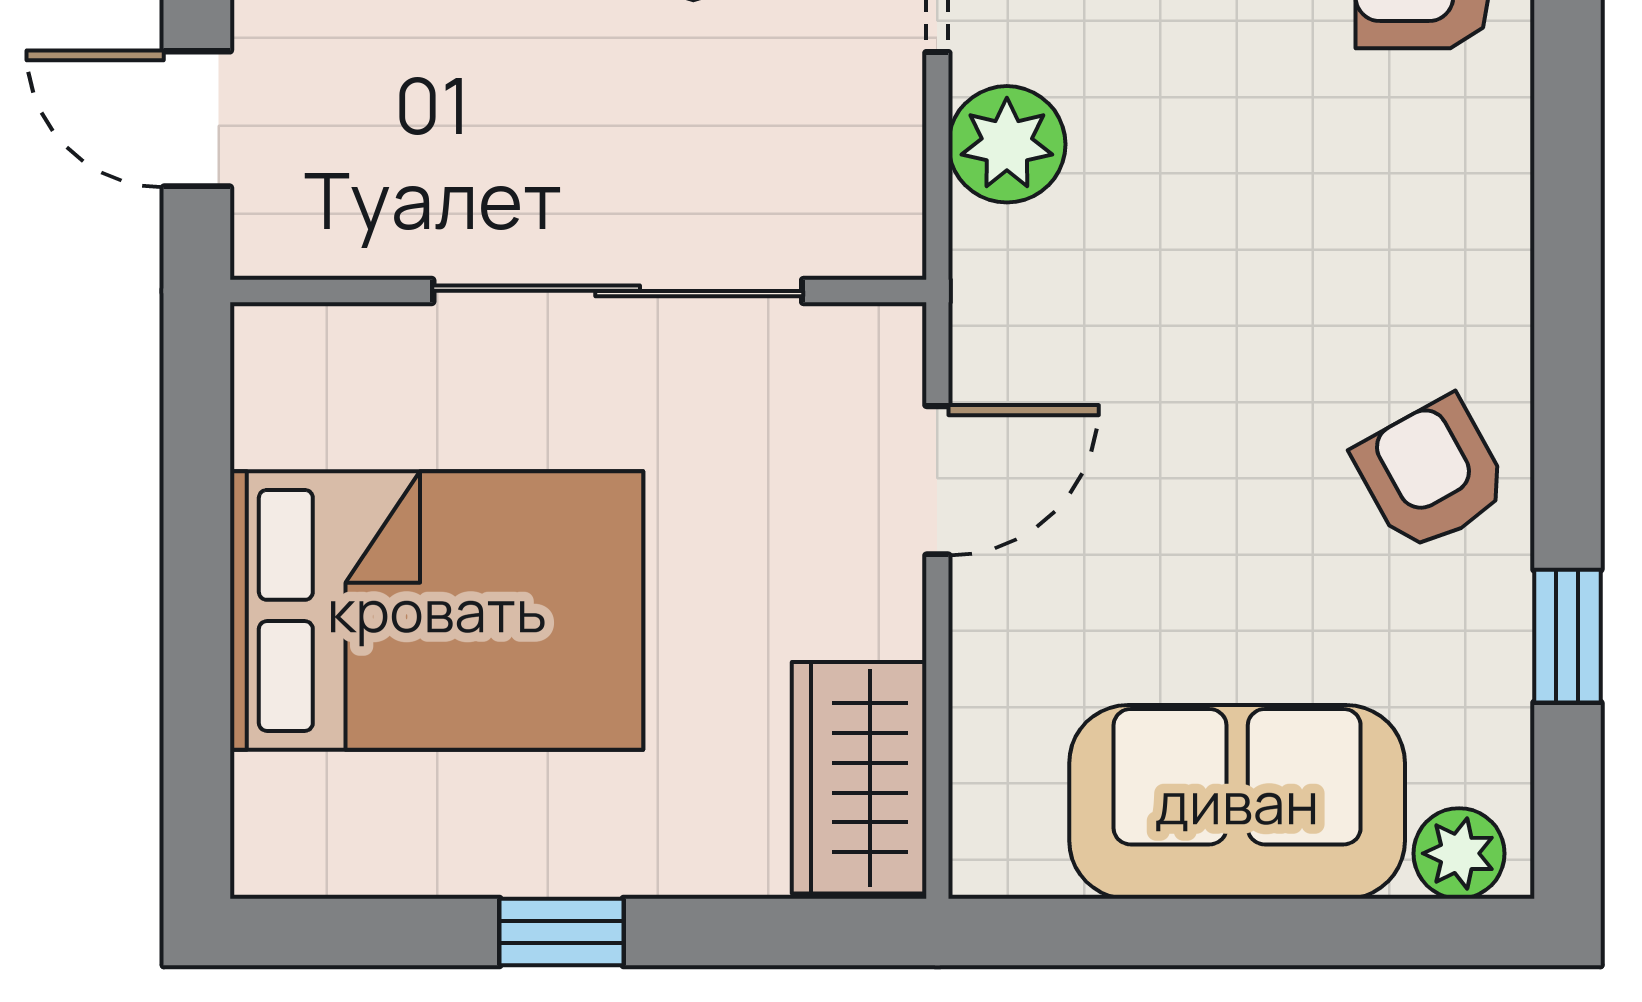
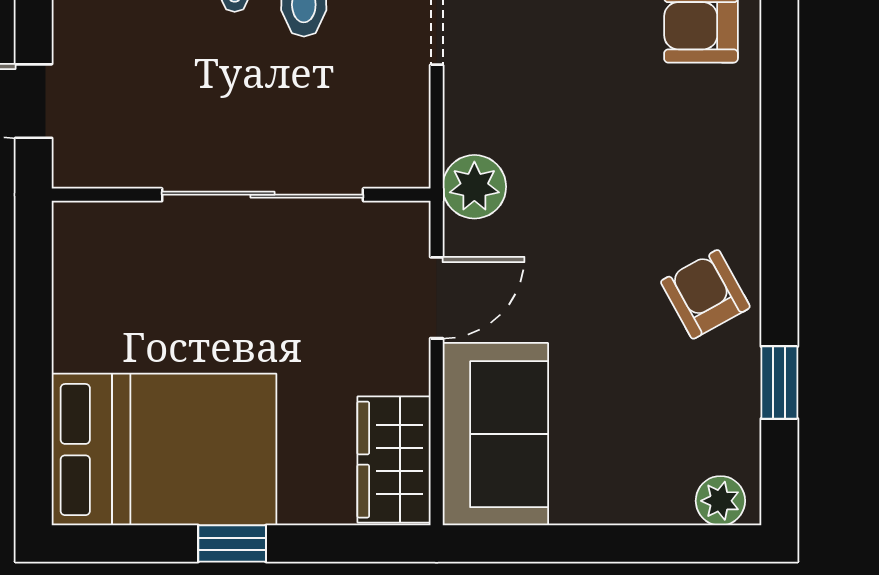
plant: (1007, 144) -> (474, 187), moved
bed: (437, 610) -> (164, 450), moved
sofa: (1237, 802) -> (495, 434), moved, turned 90

